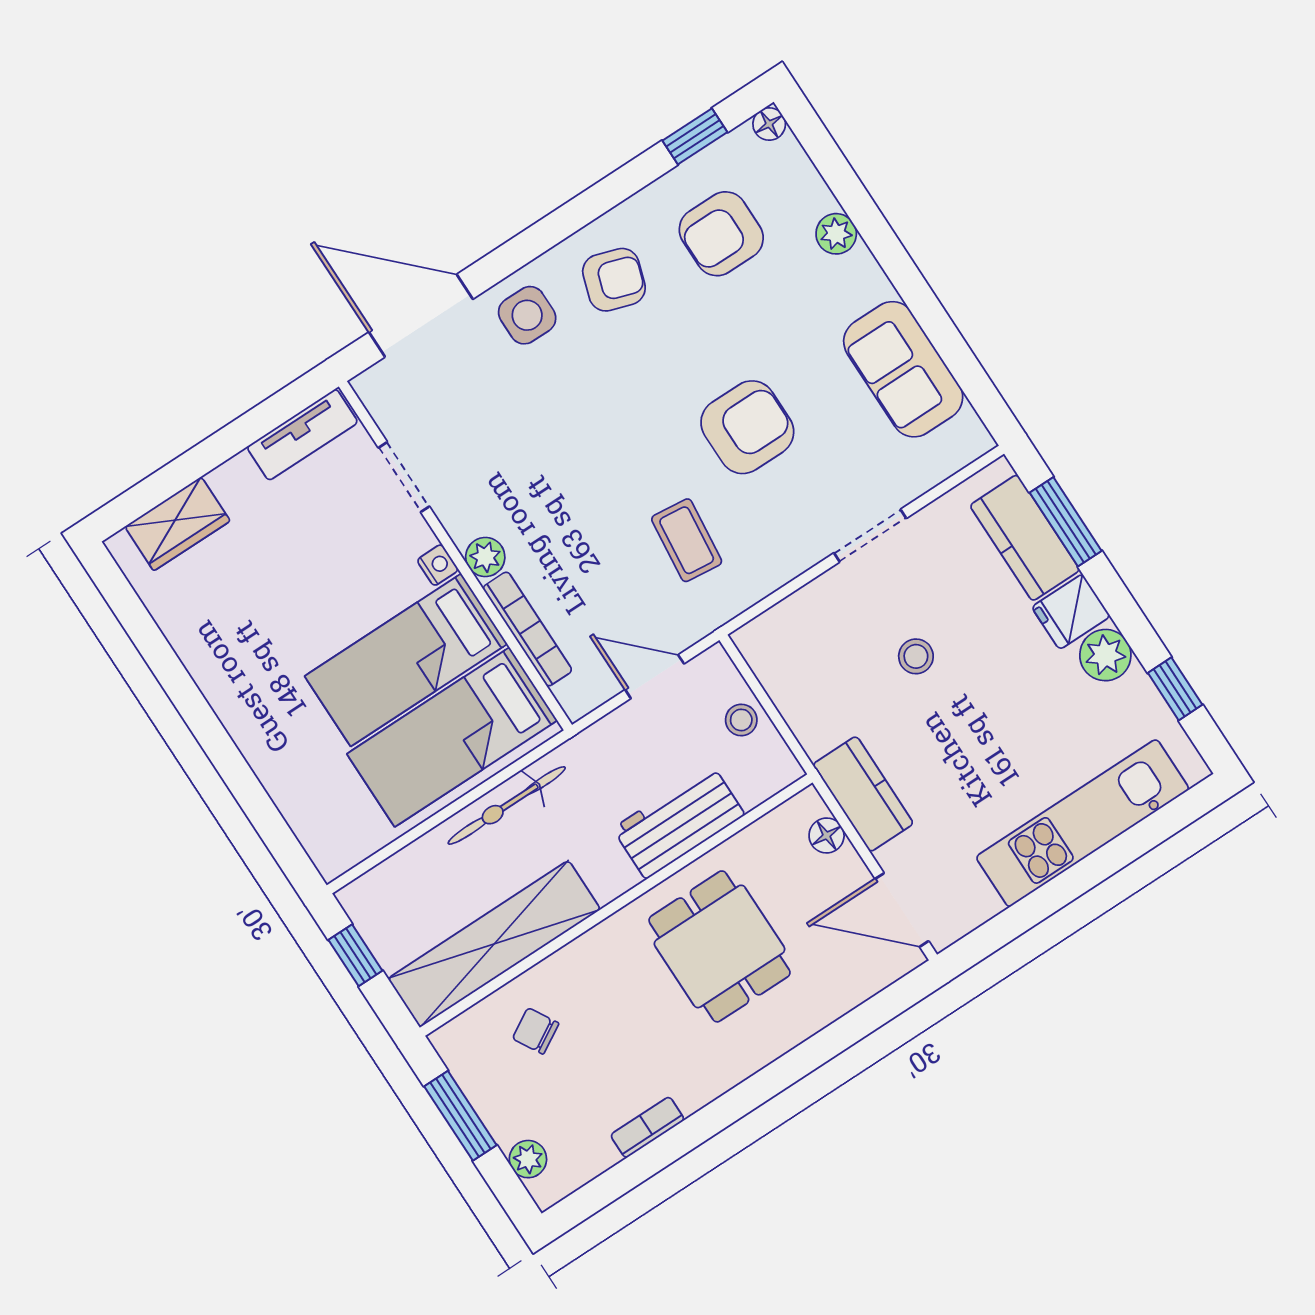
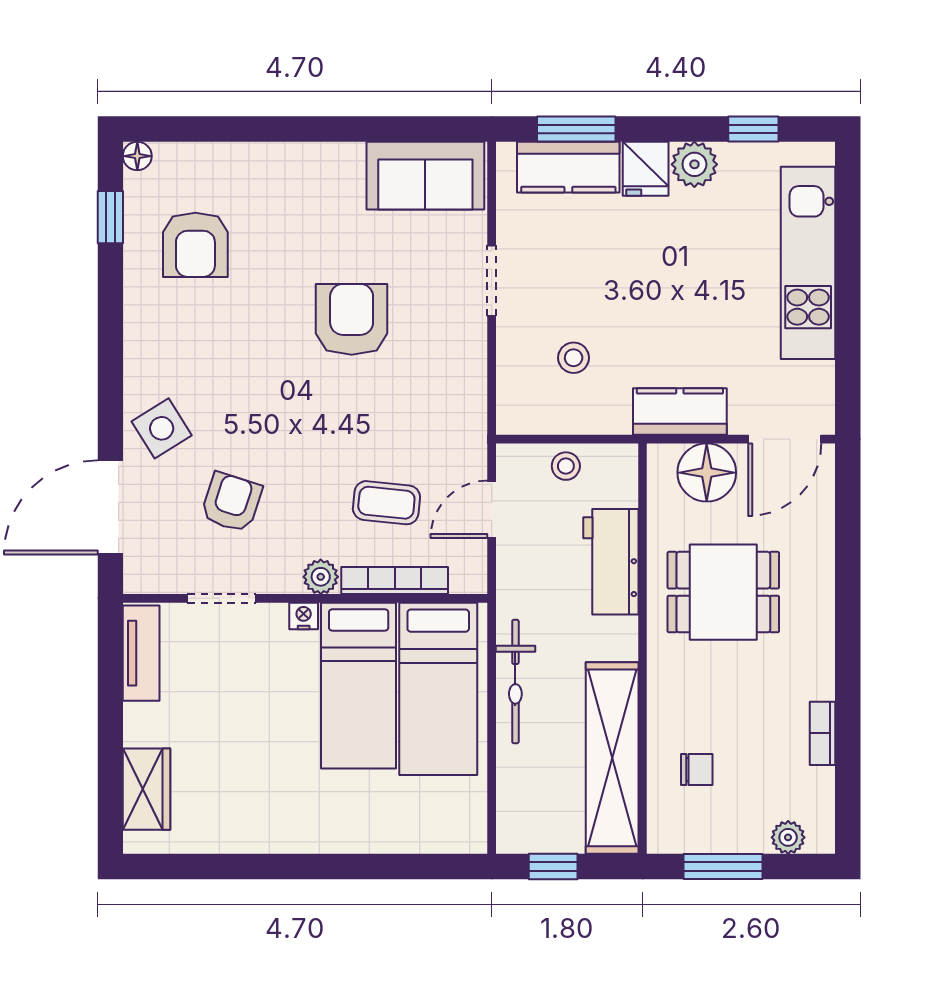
plant: (836, 234) -> (251, 160), removed
armchair: (614, 280) -> (231, 502), moved
side table: (527, 315) -> (162, 428), turned -32
sofa: (903, 369) -> (425, 176), moved
coffee table: (687, 540) -> (386, 503), moved
stool: (916, 656) -> (574, 358), moved
floor lamp: (827, 836) -> (707, 473), width x1.89, depth x1.89
chair: (536, 1031) -> (697, 770), turned -150

